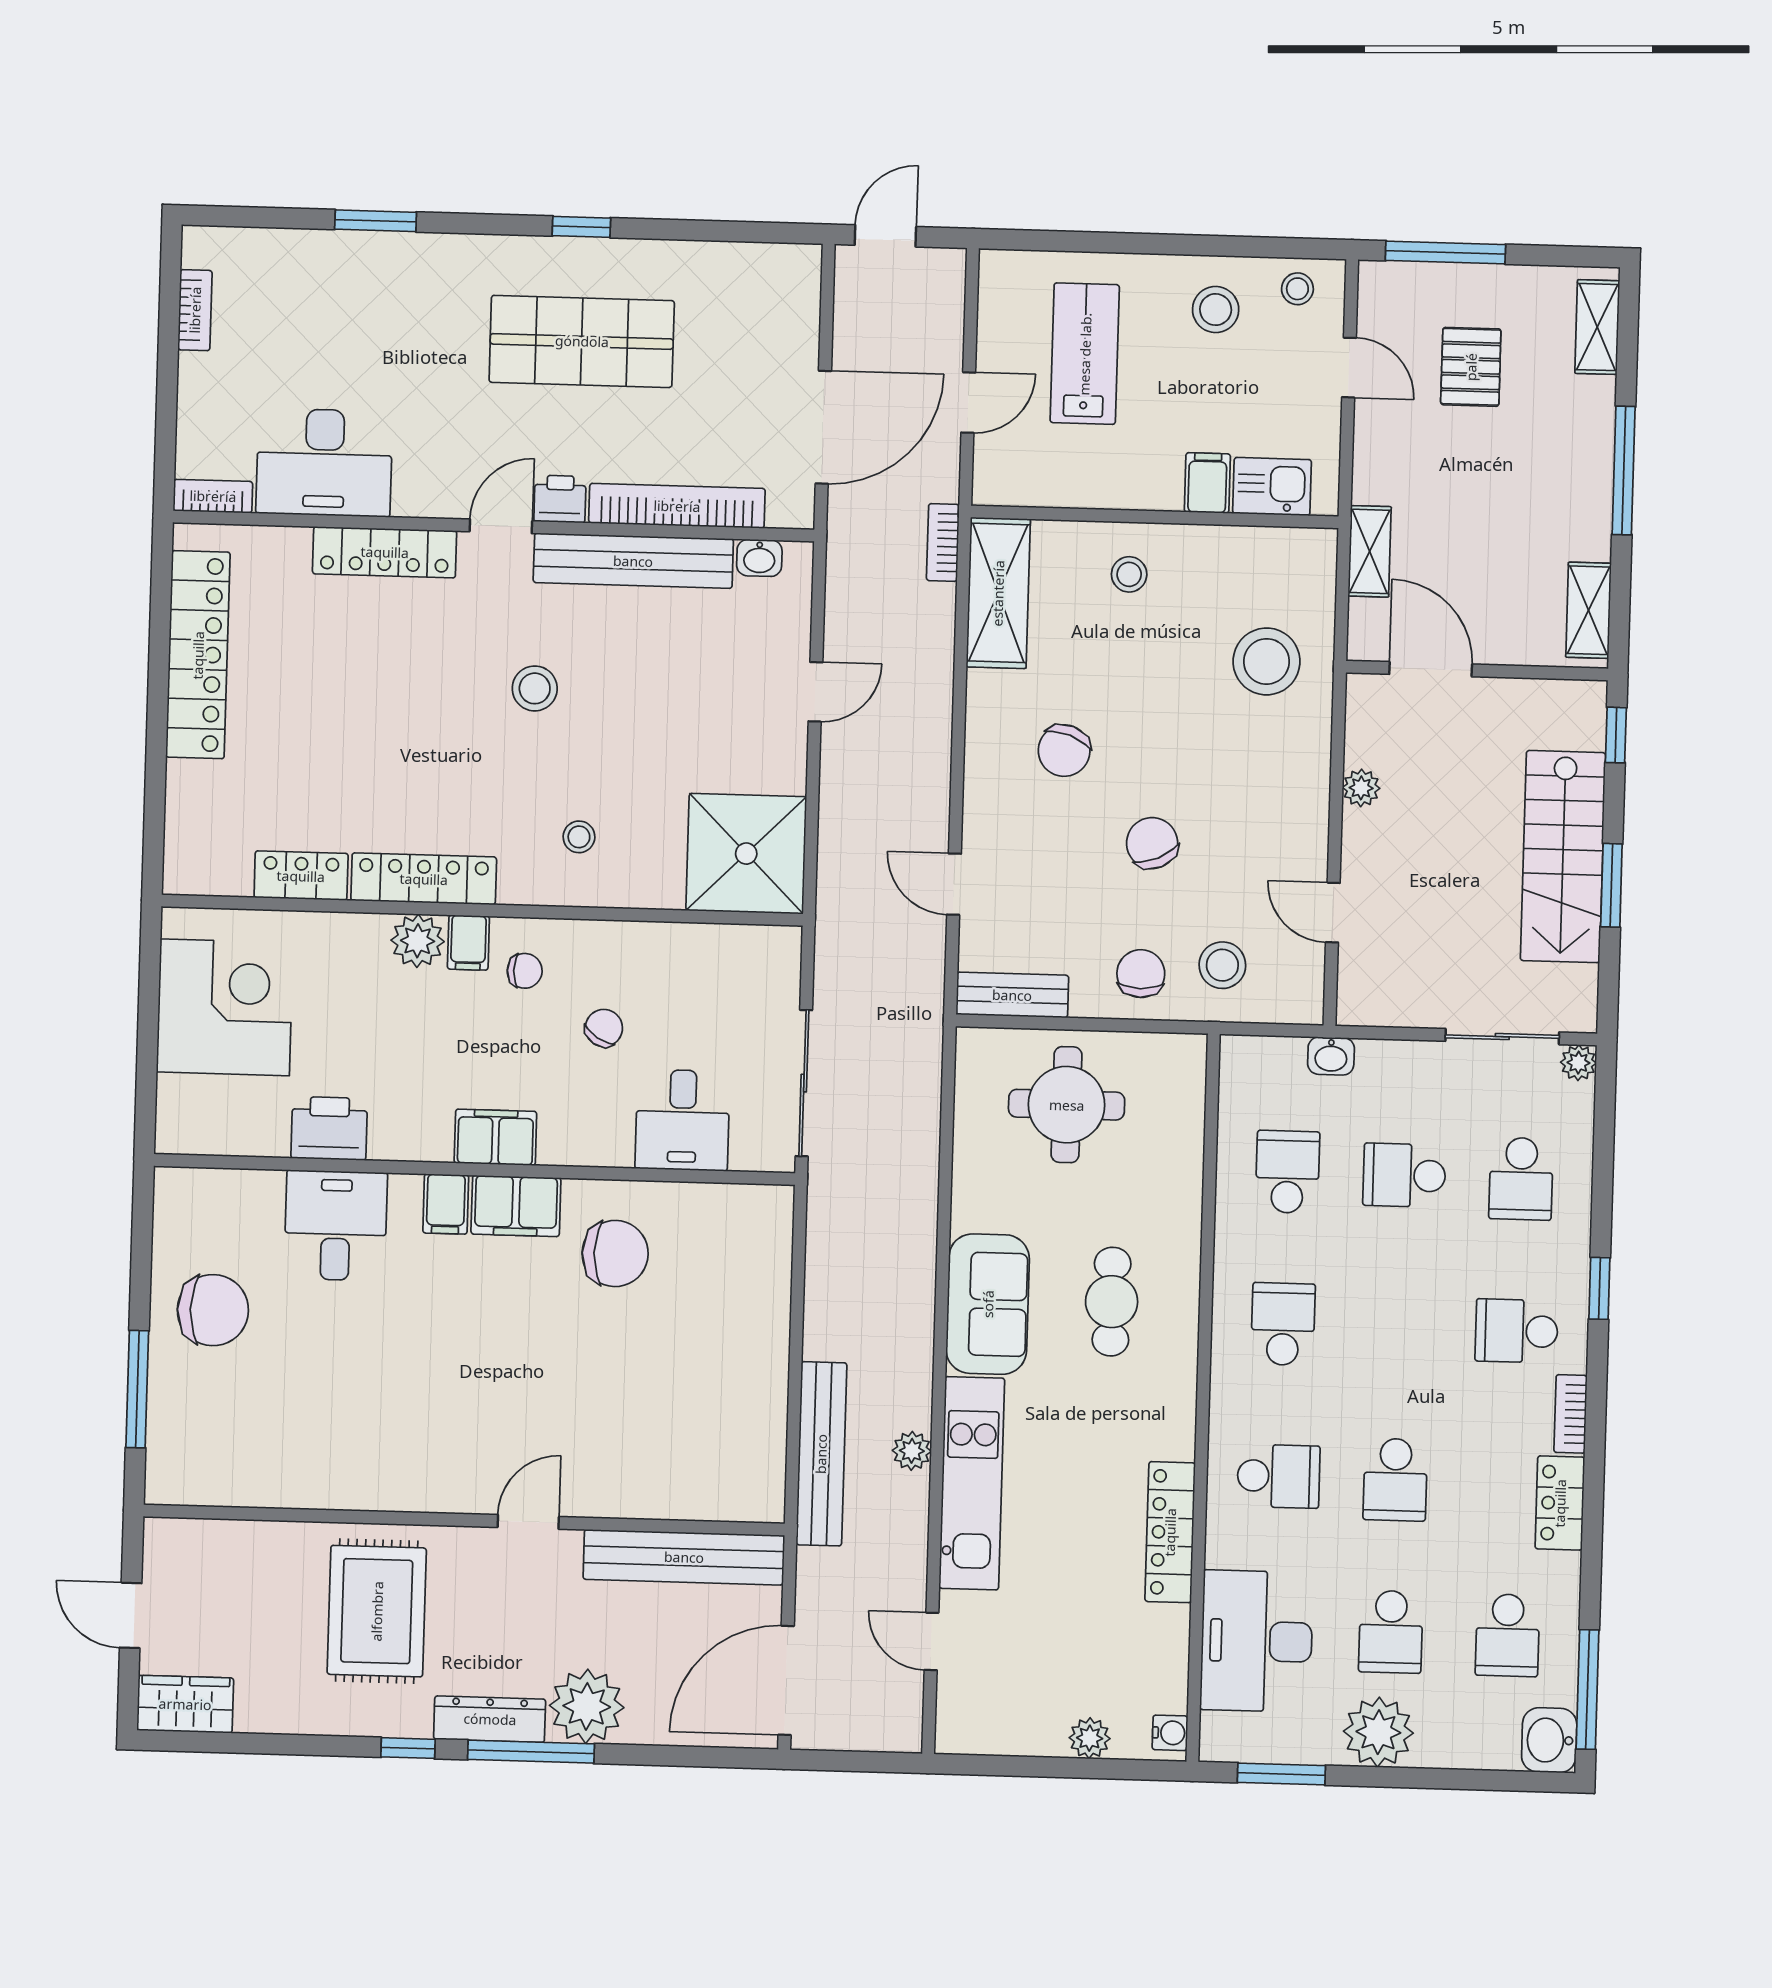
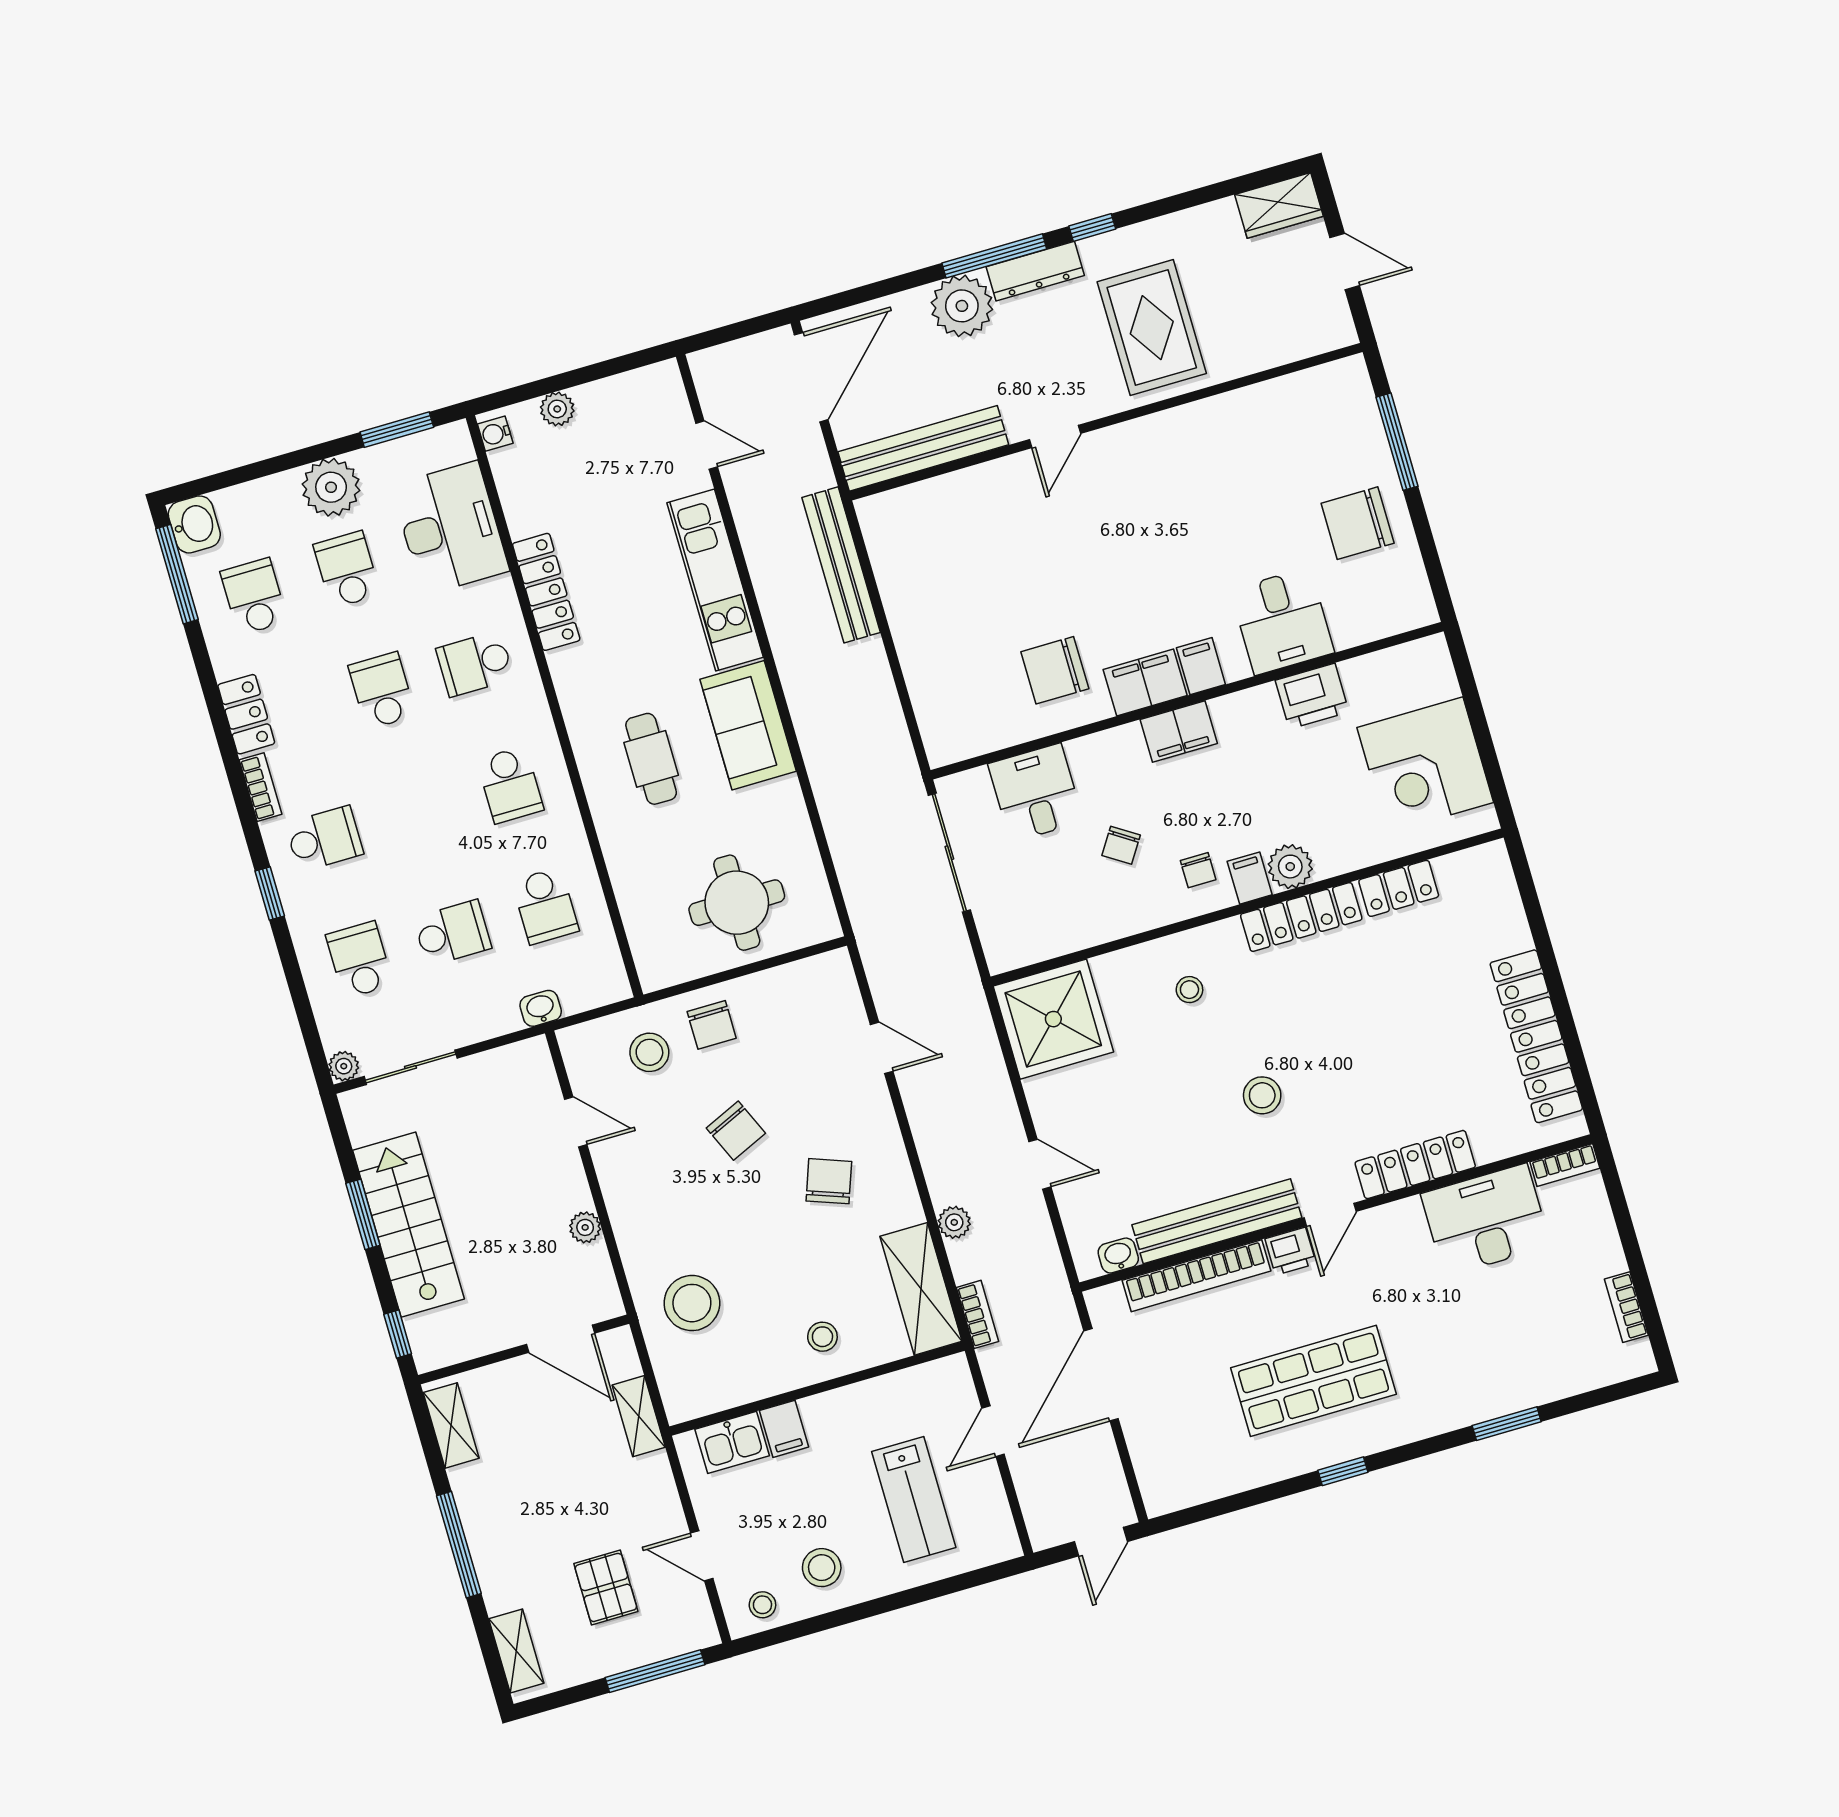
door: (815, 692) -> (1040, 1164), swing flipped
chair: (525, 971) -> (1198, 870), turned -90
bench: (1012, 995) -> (807, 975), removed
plant: (912, 1451) -> (954, 1222), moved

